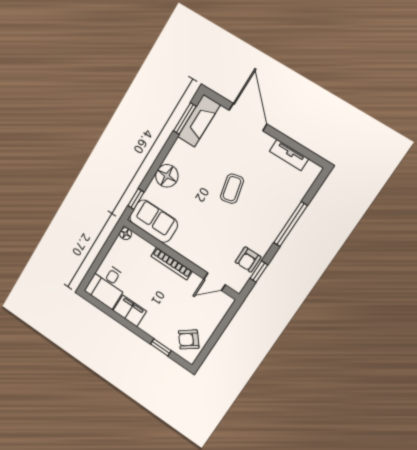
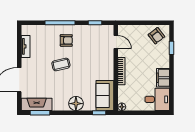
armchair: (248, 260) -> (66, 40), moved

